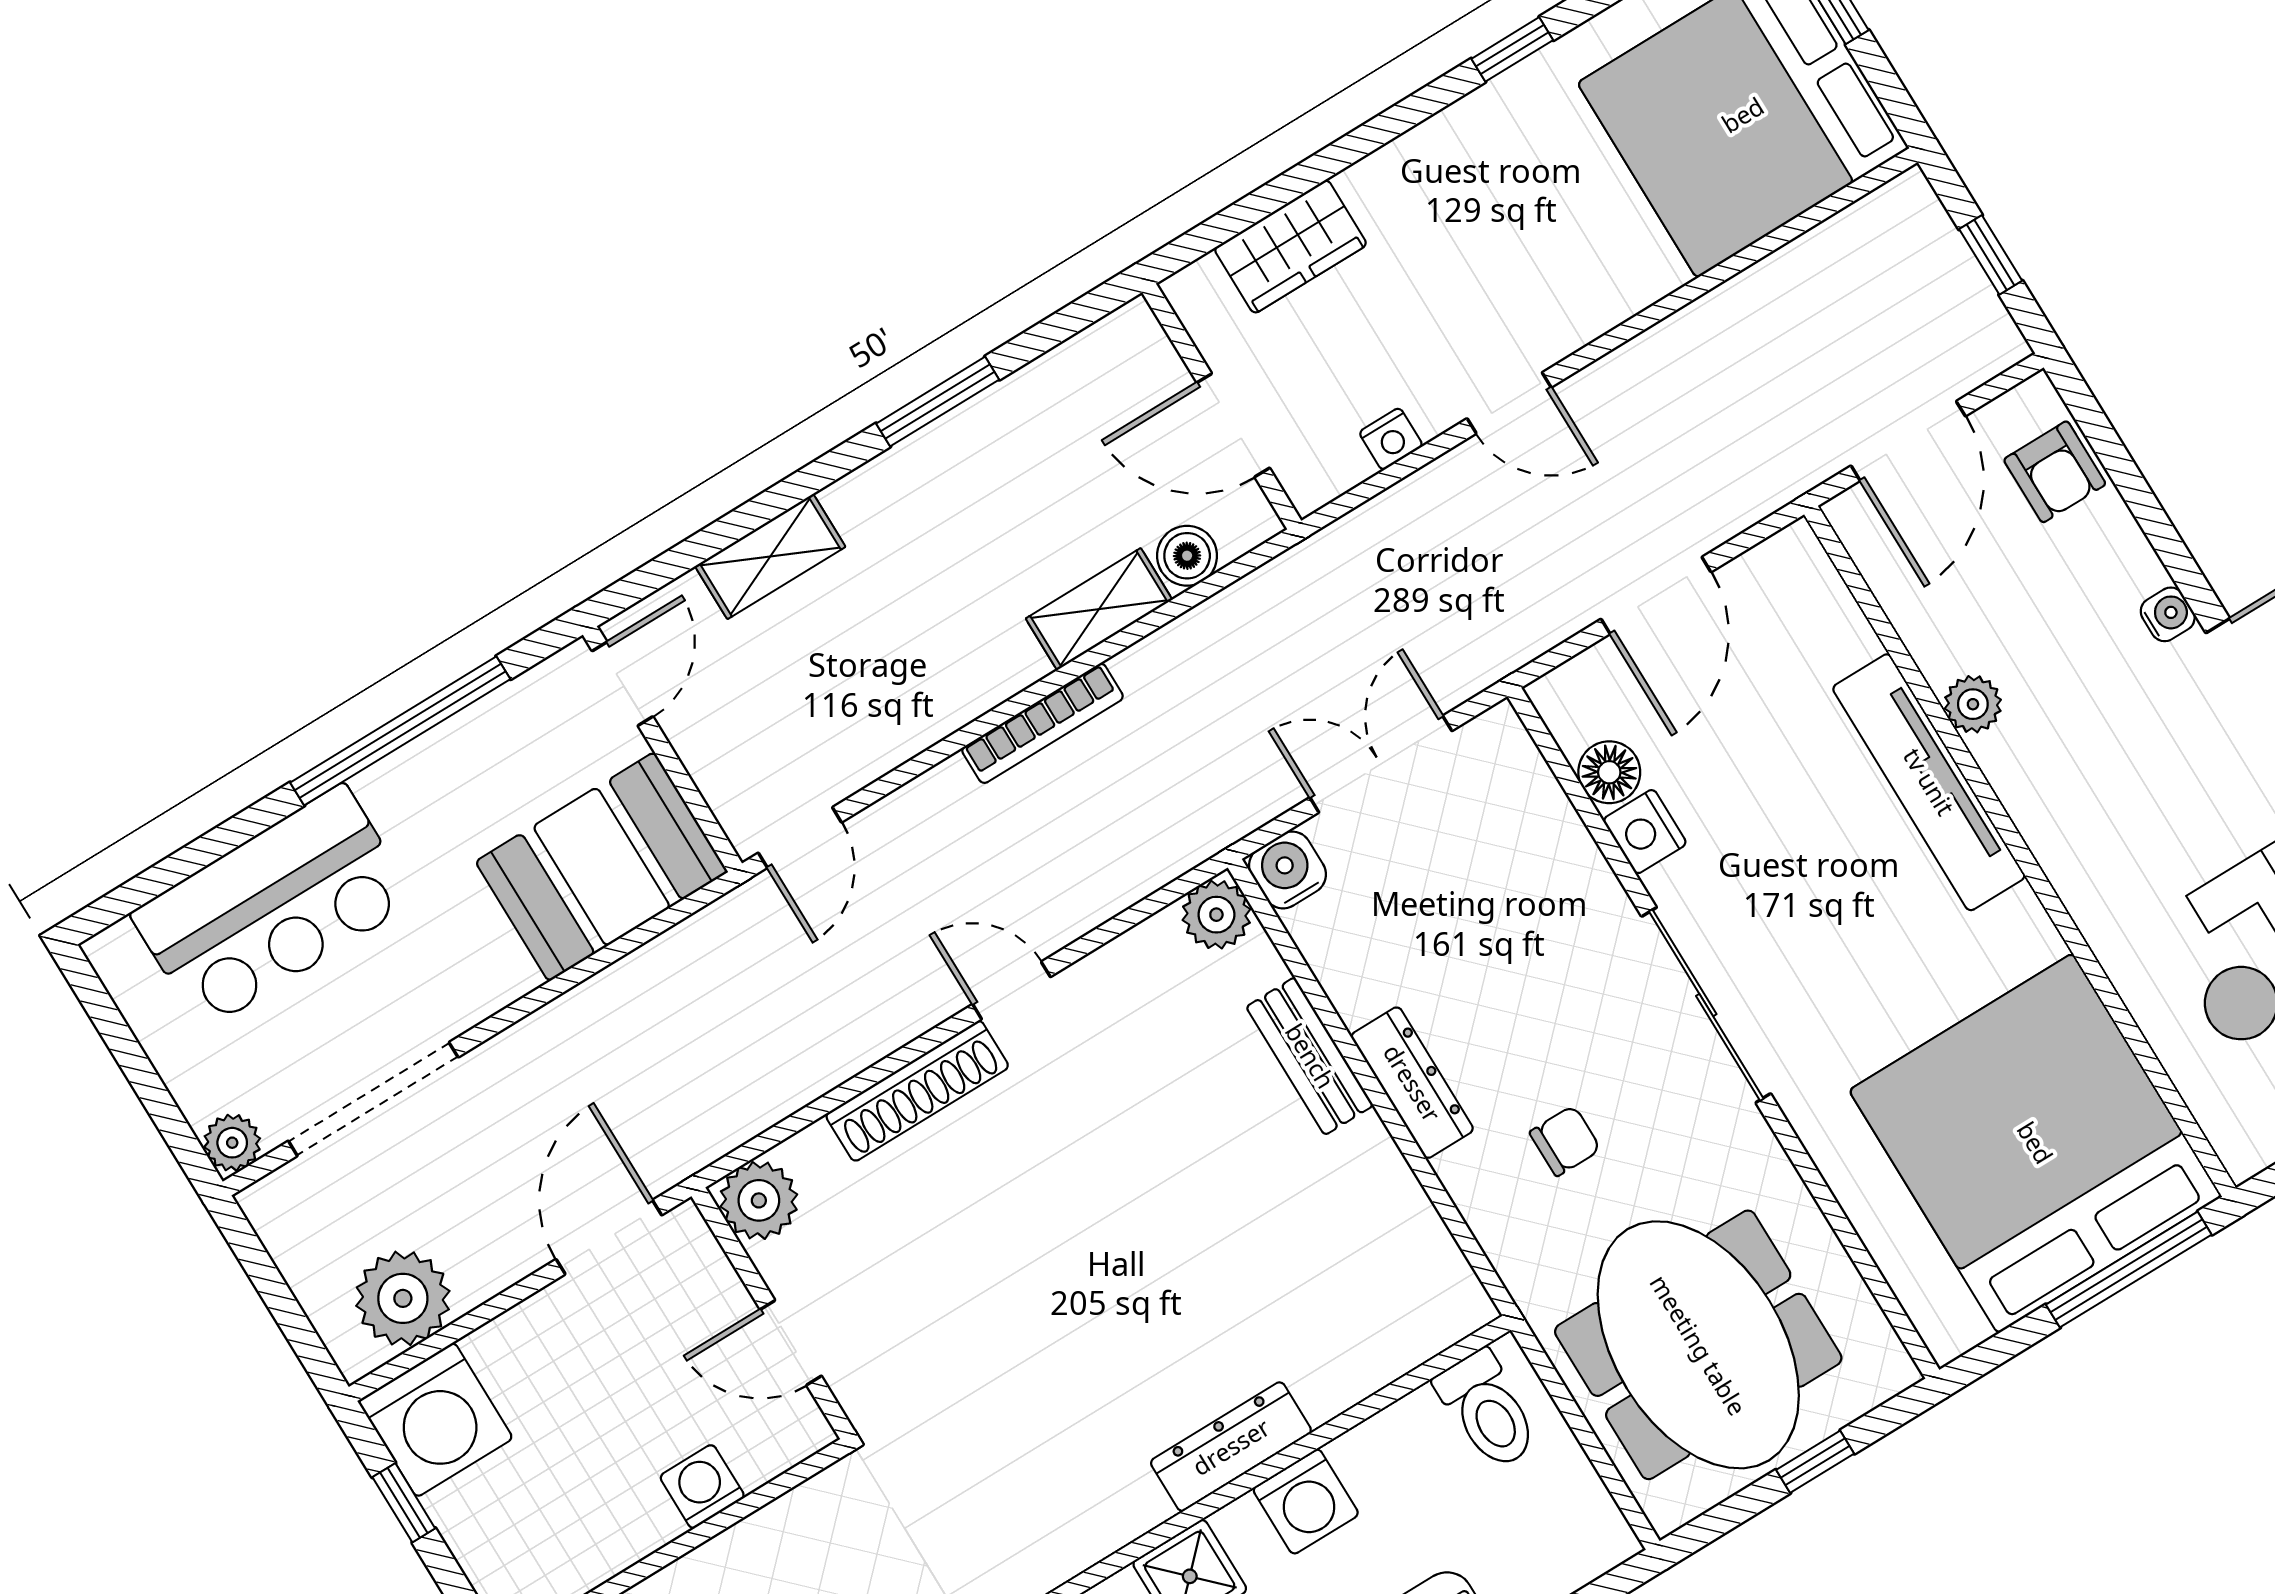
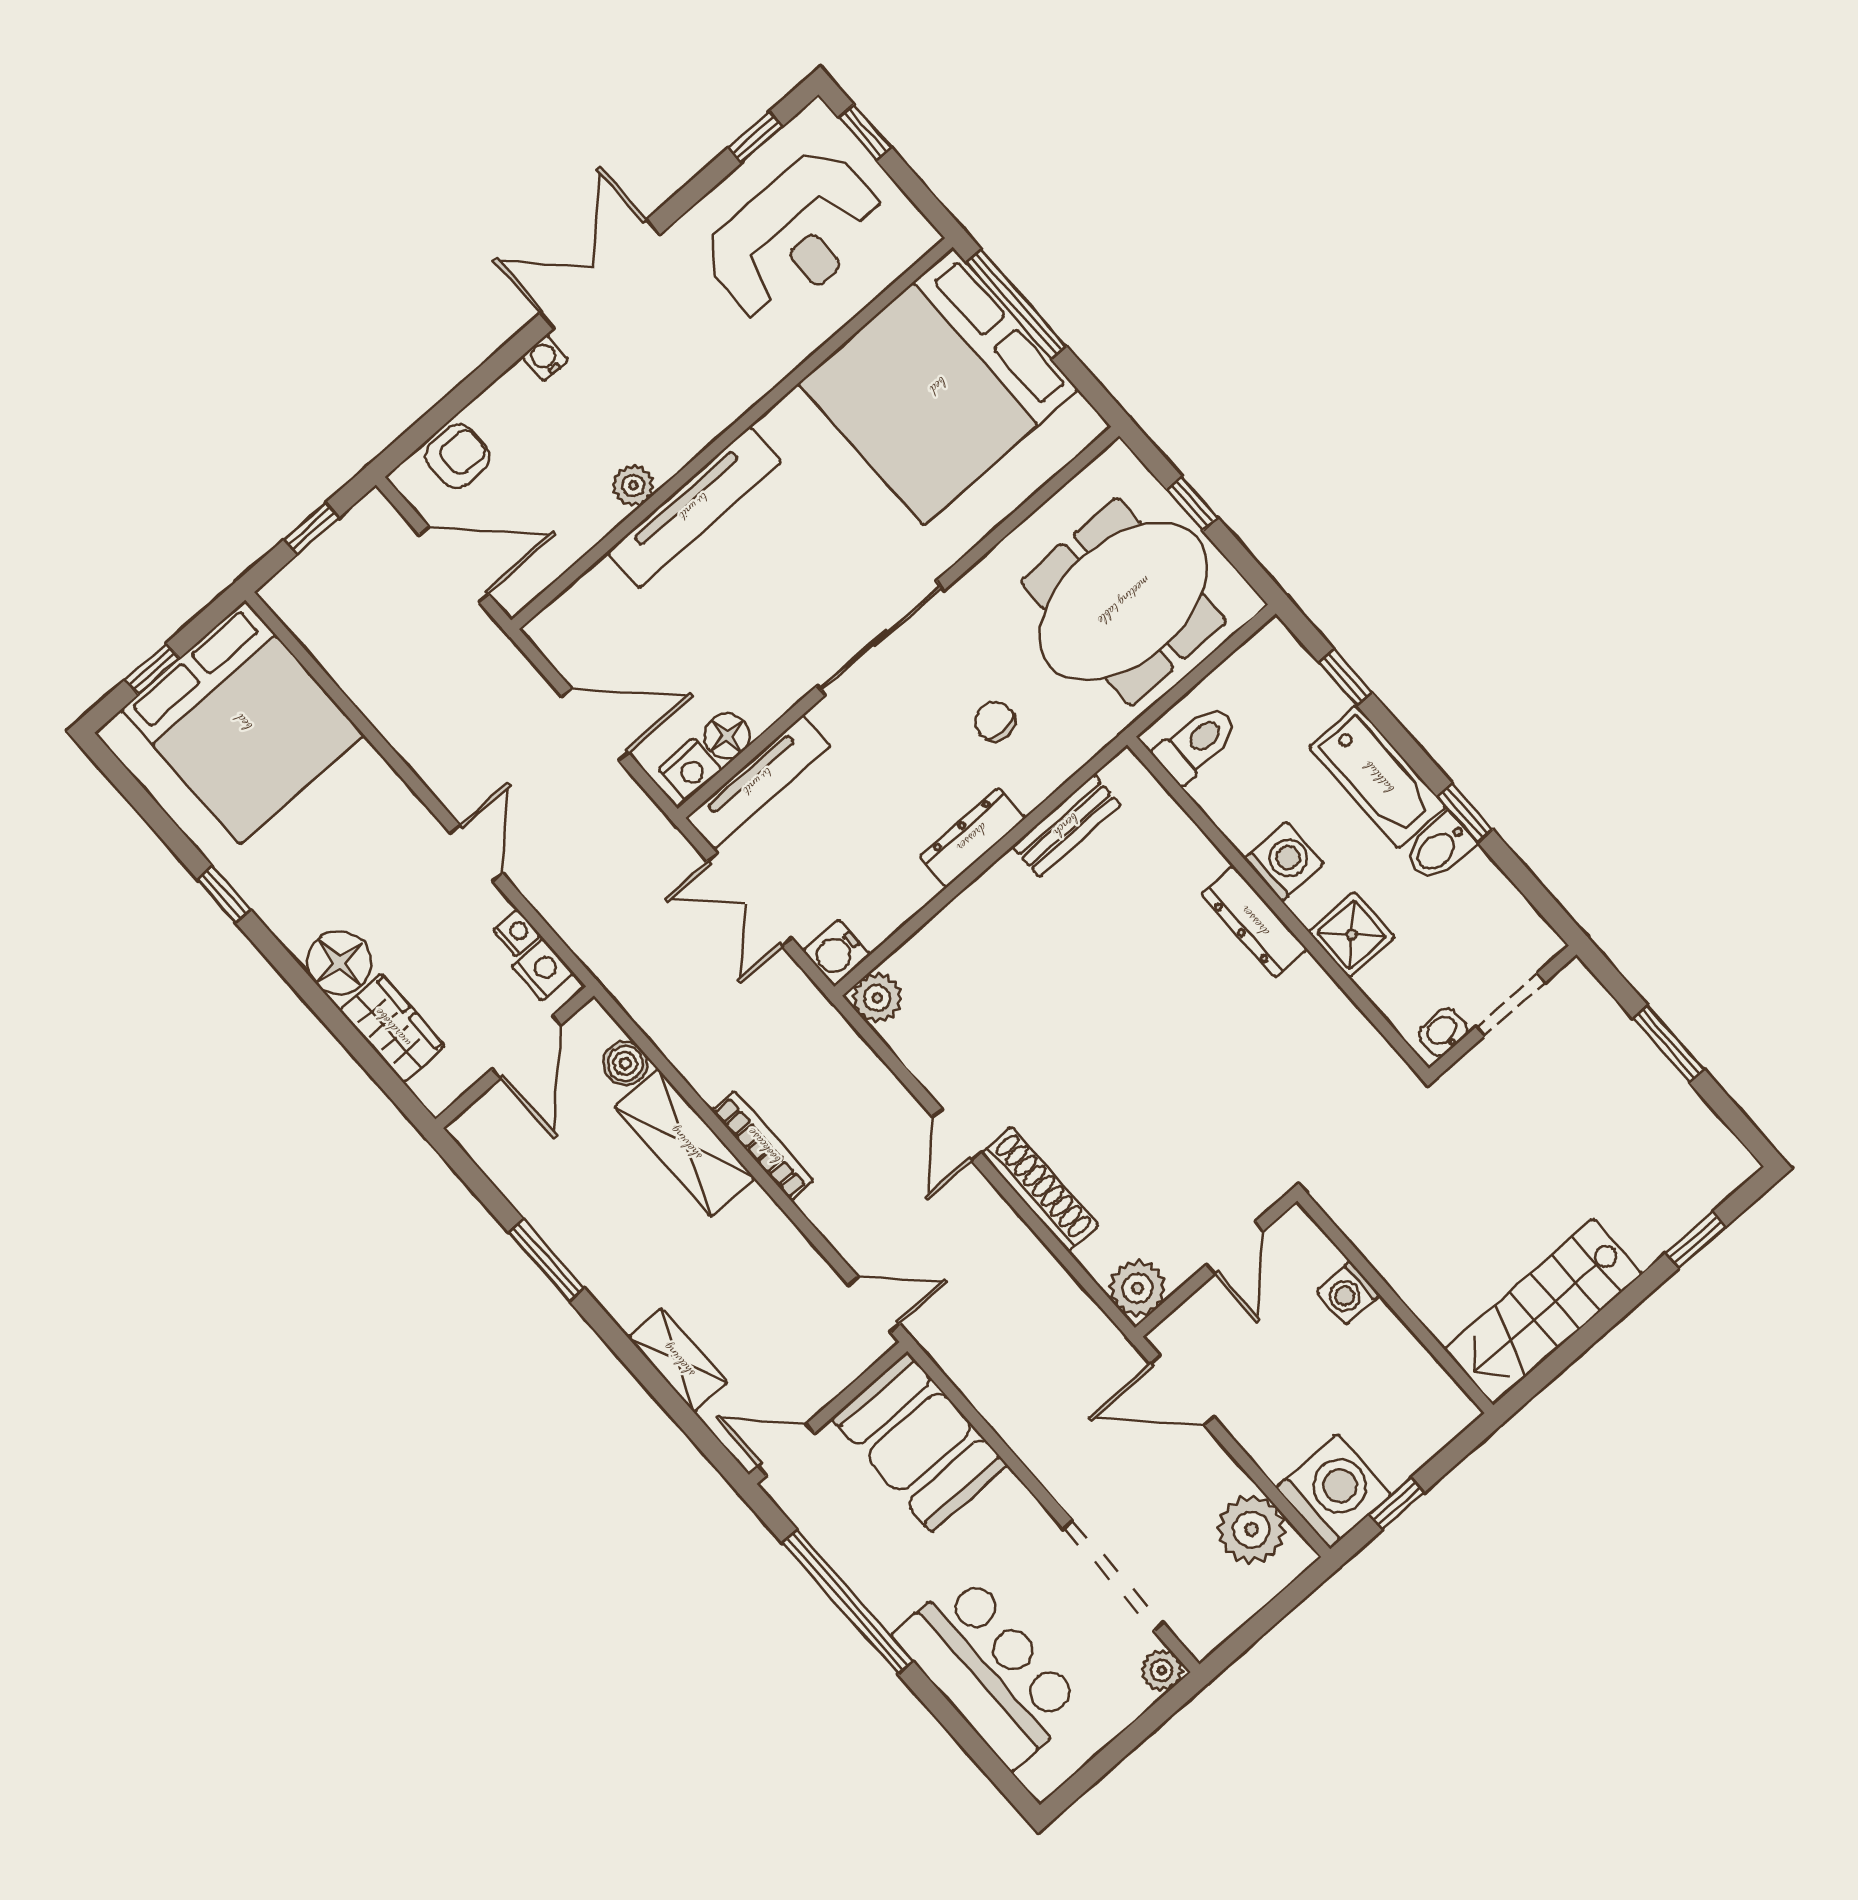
floor lamp: (1392, 190) -> (339, 963), added
nightstand: (1335, 466) -> (543, 970), added
shelving: (1099, 609) -> (685, 1143), width x1.50, depth x1.33
tv unit: (1539, 804) -> (758, 782), added
nightstand: (1645, 832) -> (690, 769), moved
bench: (1310, 1056) -> (1066, 826), moved

